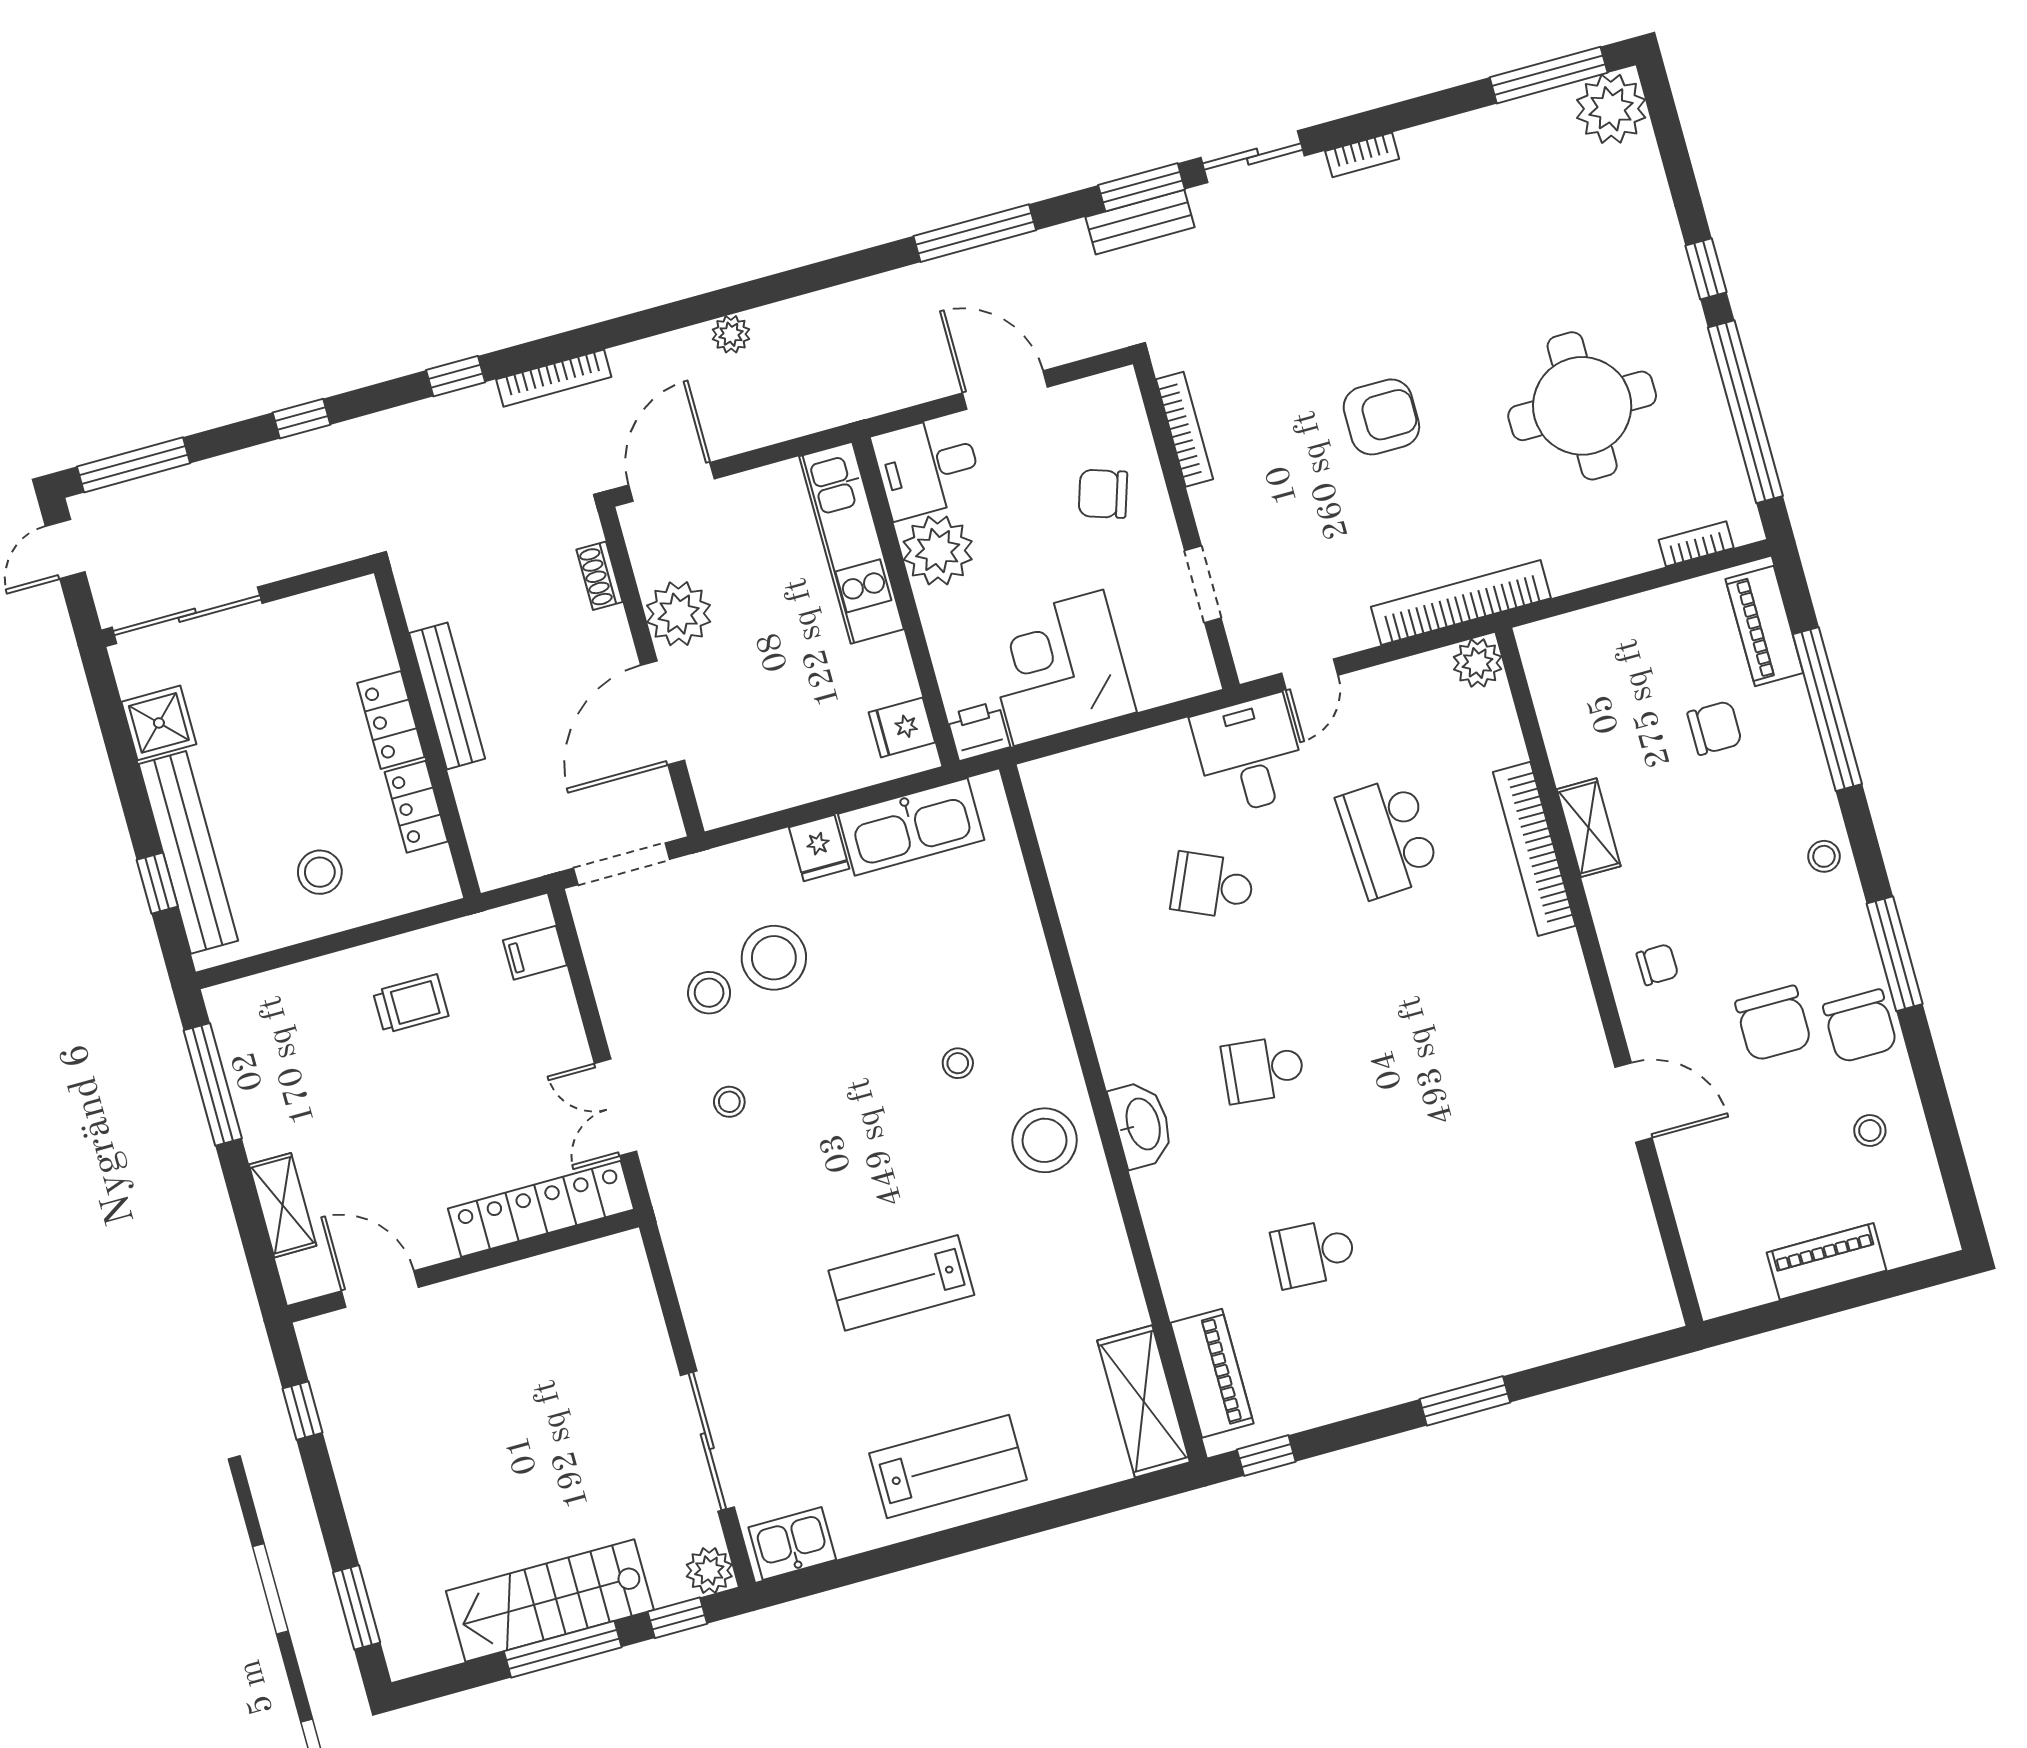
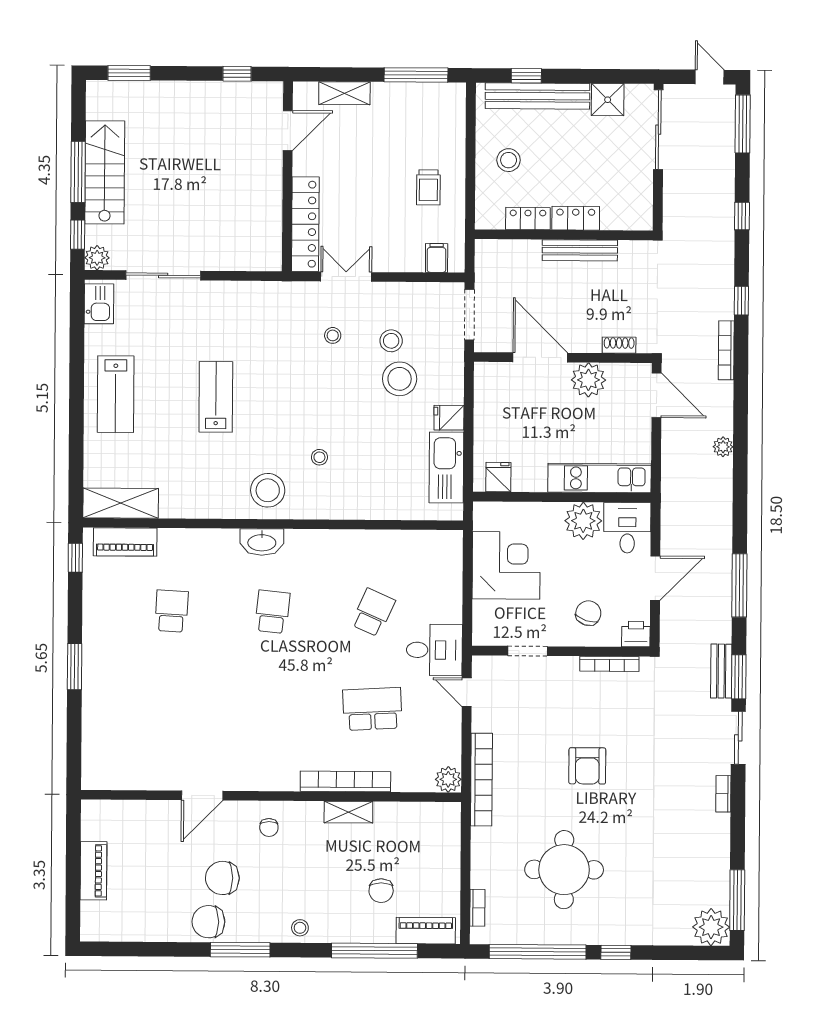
printer: (978, 731) -> (636, 634), moved, turned -90
stool: (1870, 1131) -> (154, 912), removed

